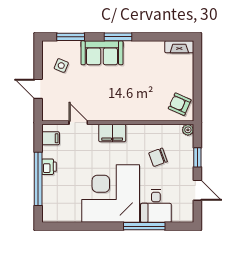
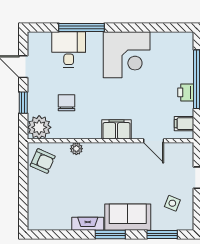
fireplace: (179, 47) -> (88, 224), moved
plant: (149, 115) -> (76, 149), added
plant: (188, 130) -> (39, 127), width x1.87, depth x1.87
chair: (158, 157) -> (66, 103), turned -70
corner desk: (111, 194) -> (127, 55), width x0.74, depth x0.74

